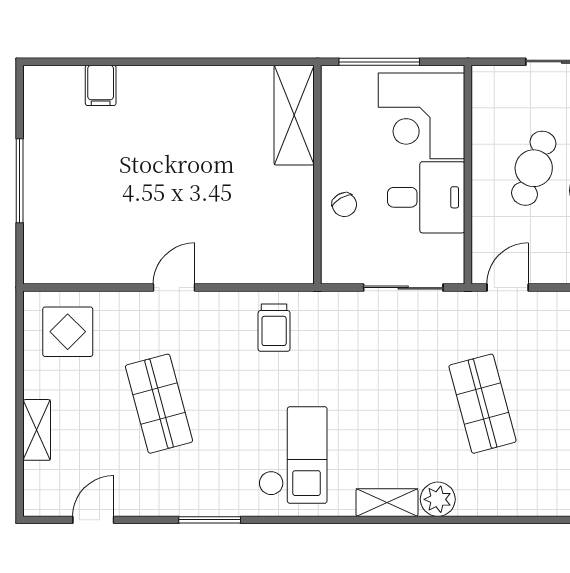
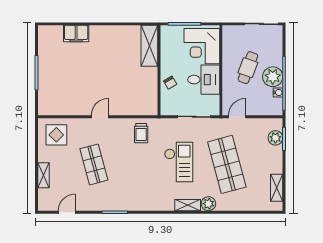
filing cabinet: (101, 85) -> (76, 34), width x2.00
shop shelf: (482, 404) -> (227, 164), width x1.43, depth x1.36
checkout: (293, 455) -> (179, 162), moved

